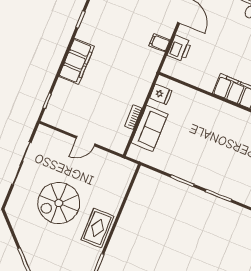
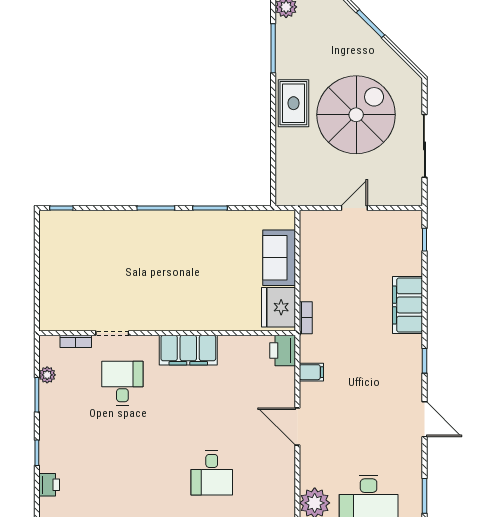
printer: (180, 48) -> (283, 350), moved
fridge: (161, 94) -> (278, 307), width x1.88, depth x1.34
bookcase: (133, 117) -> (306, 318), moved
spiral stairs: (59, 203) -> (356, 115), width x1.37, depth x1.37

